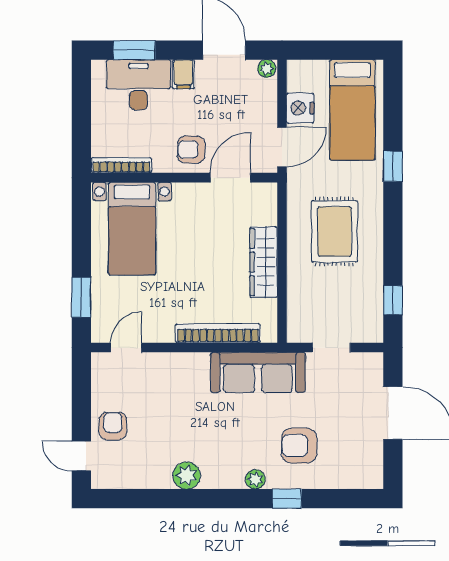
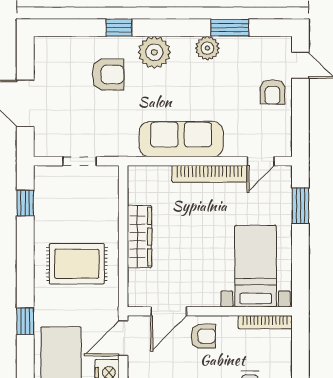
rug: (334, 231) -> (77, 264), turned 90
bookcase: (218, 333) -> (209, 174), moved
sofa: (258, 372) -> (181, 139), moved
plant: (255, 479) -> (154, 52), width x1.88, depth x1.88
window: (161, 499) -> (230, 28), added

